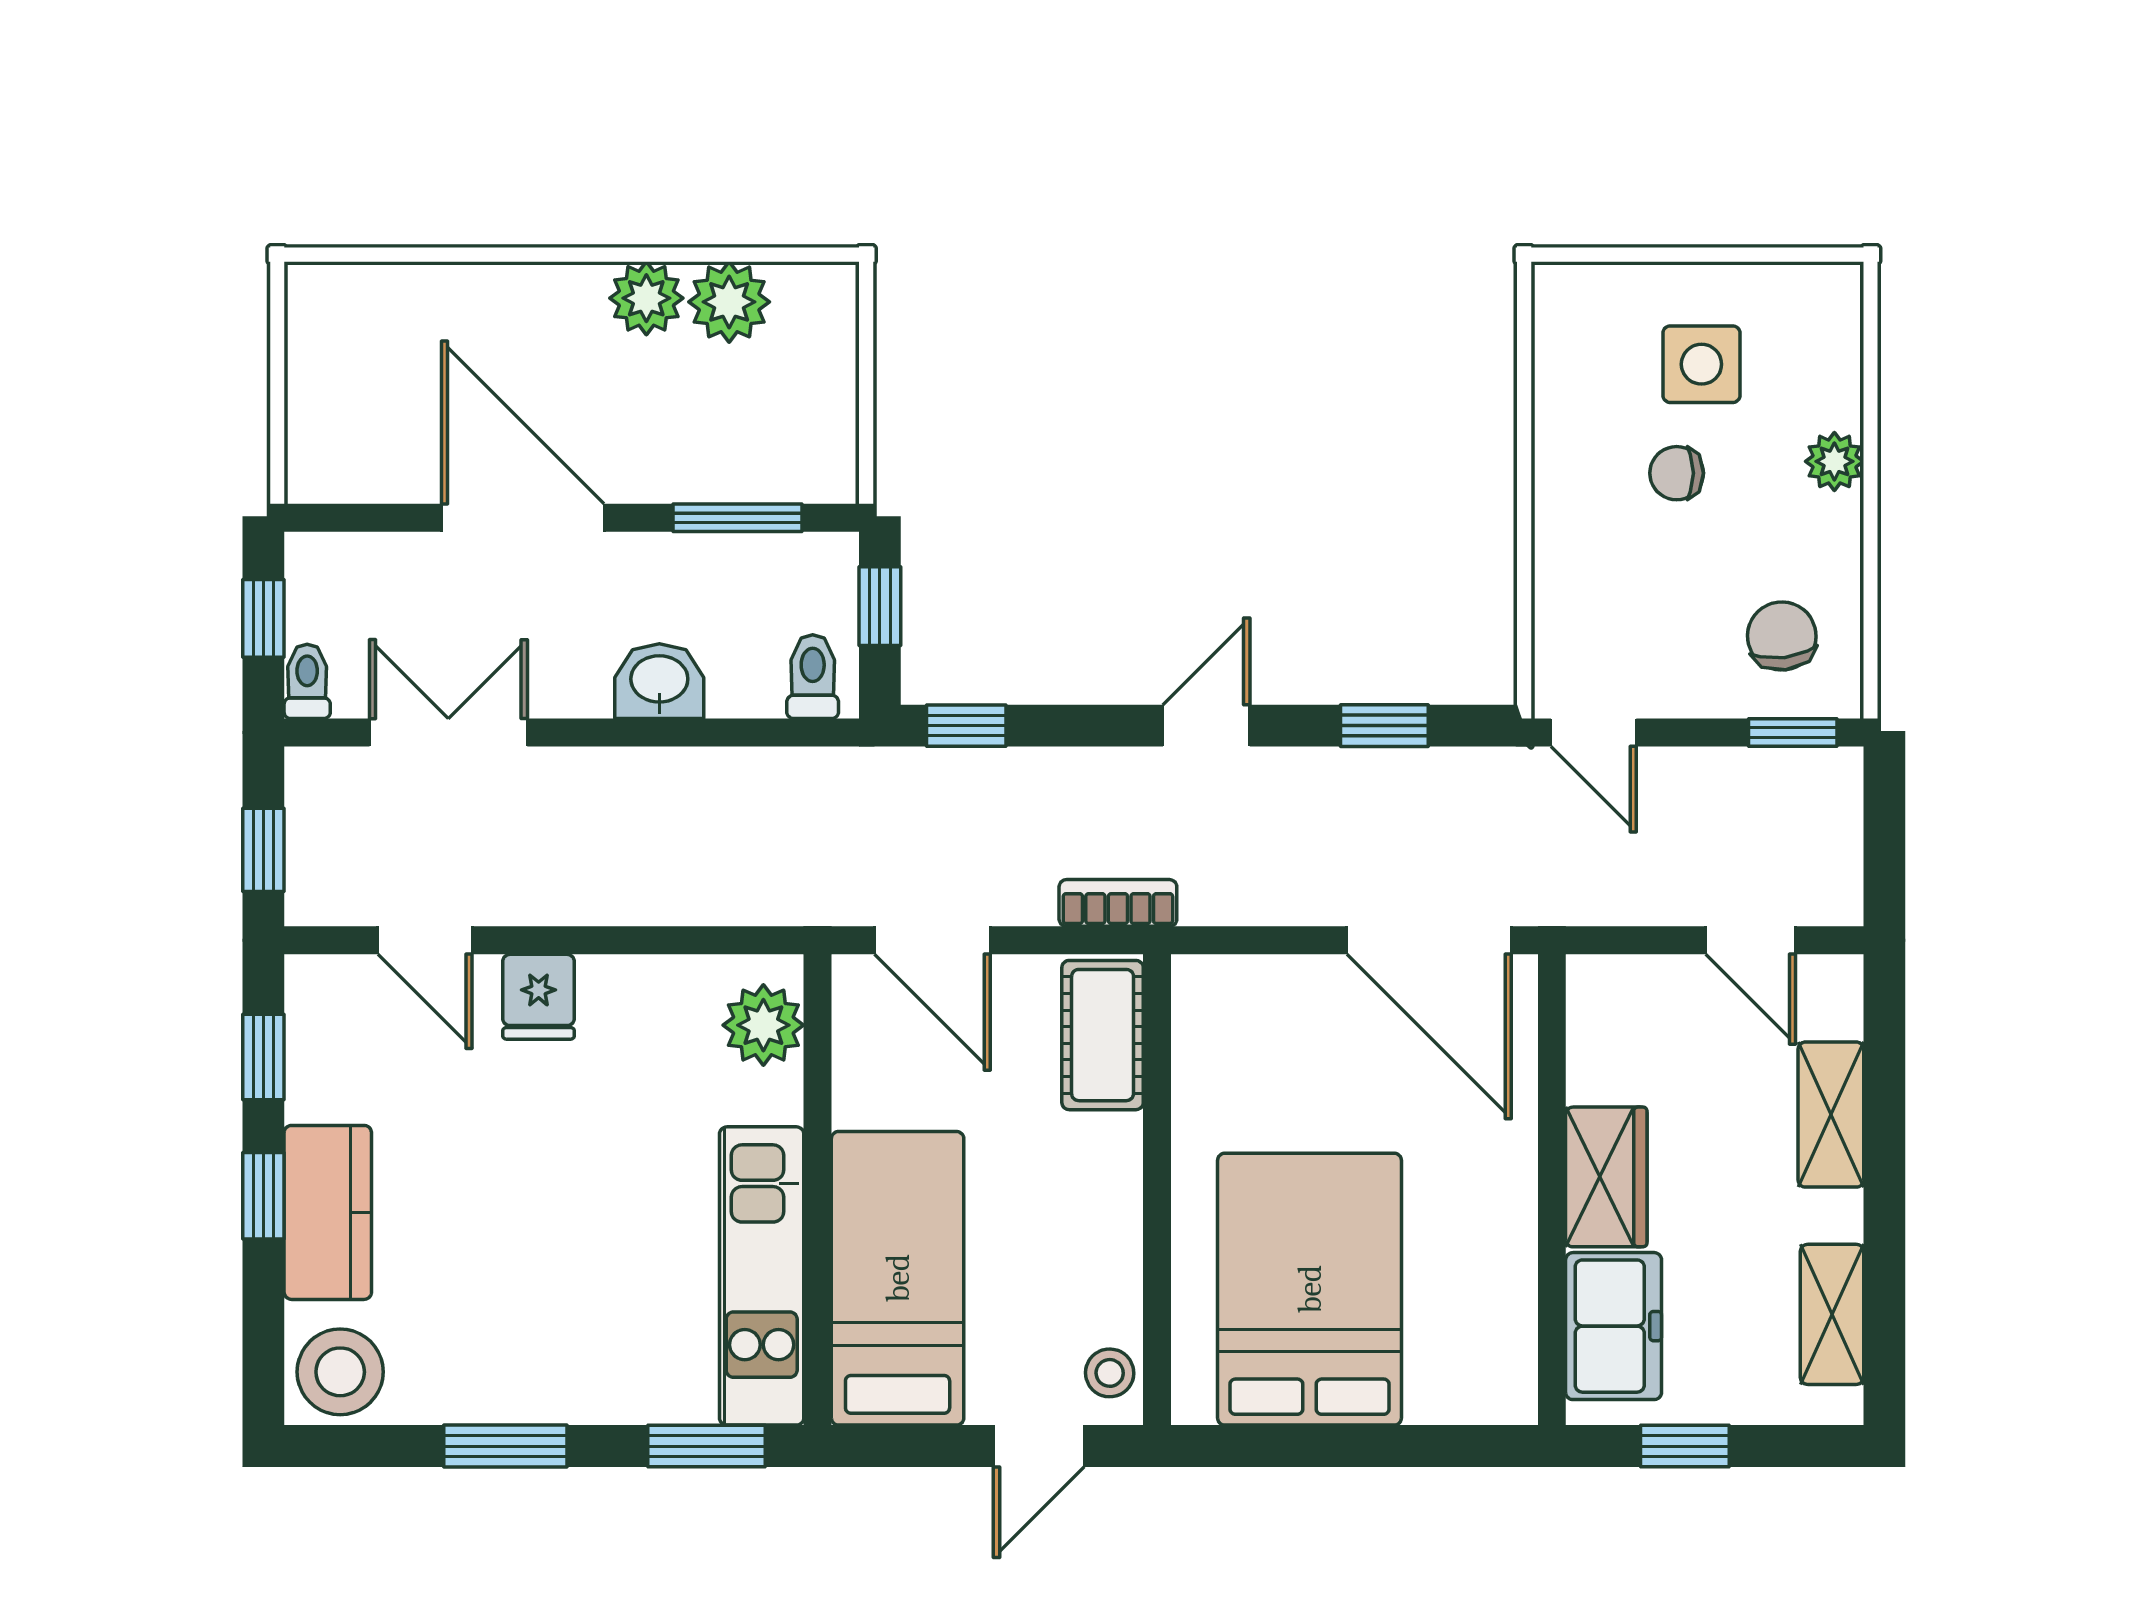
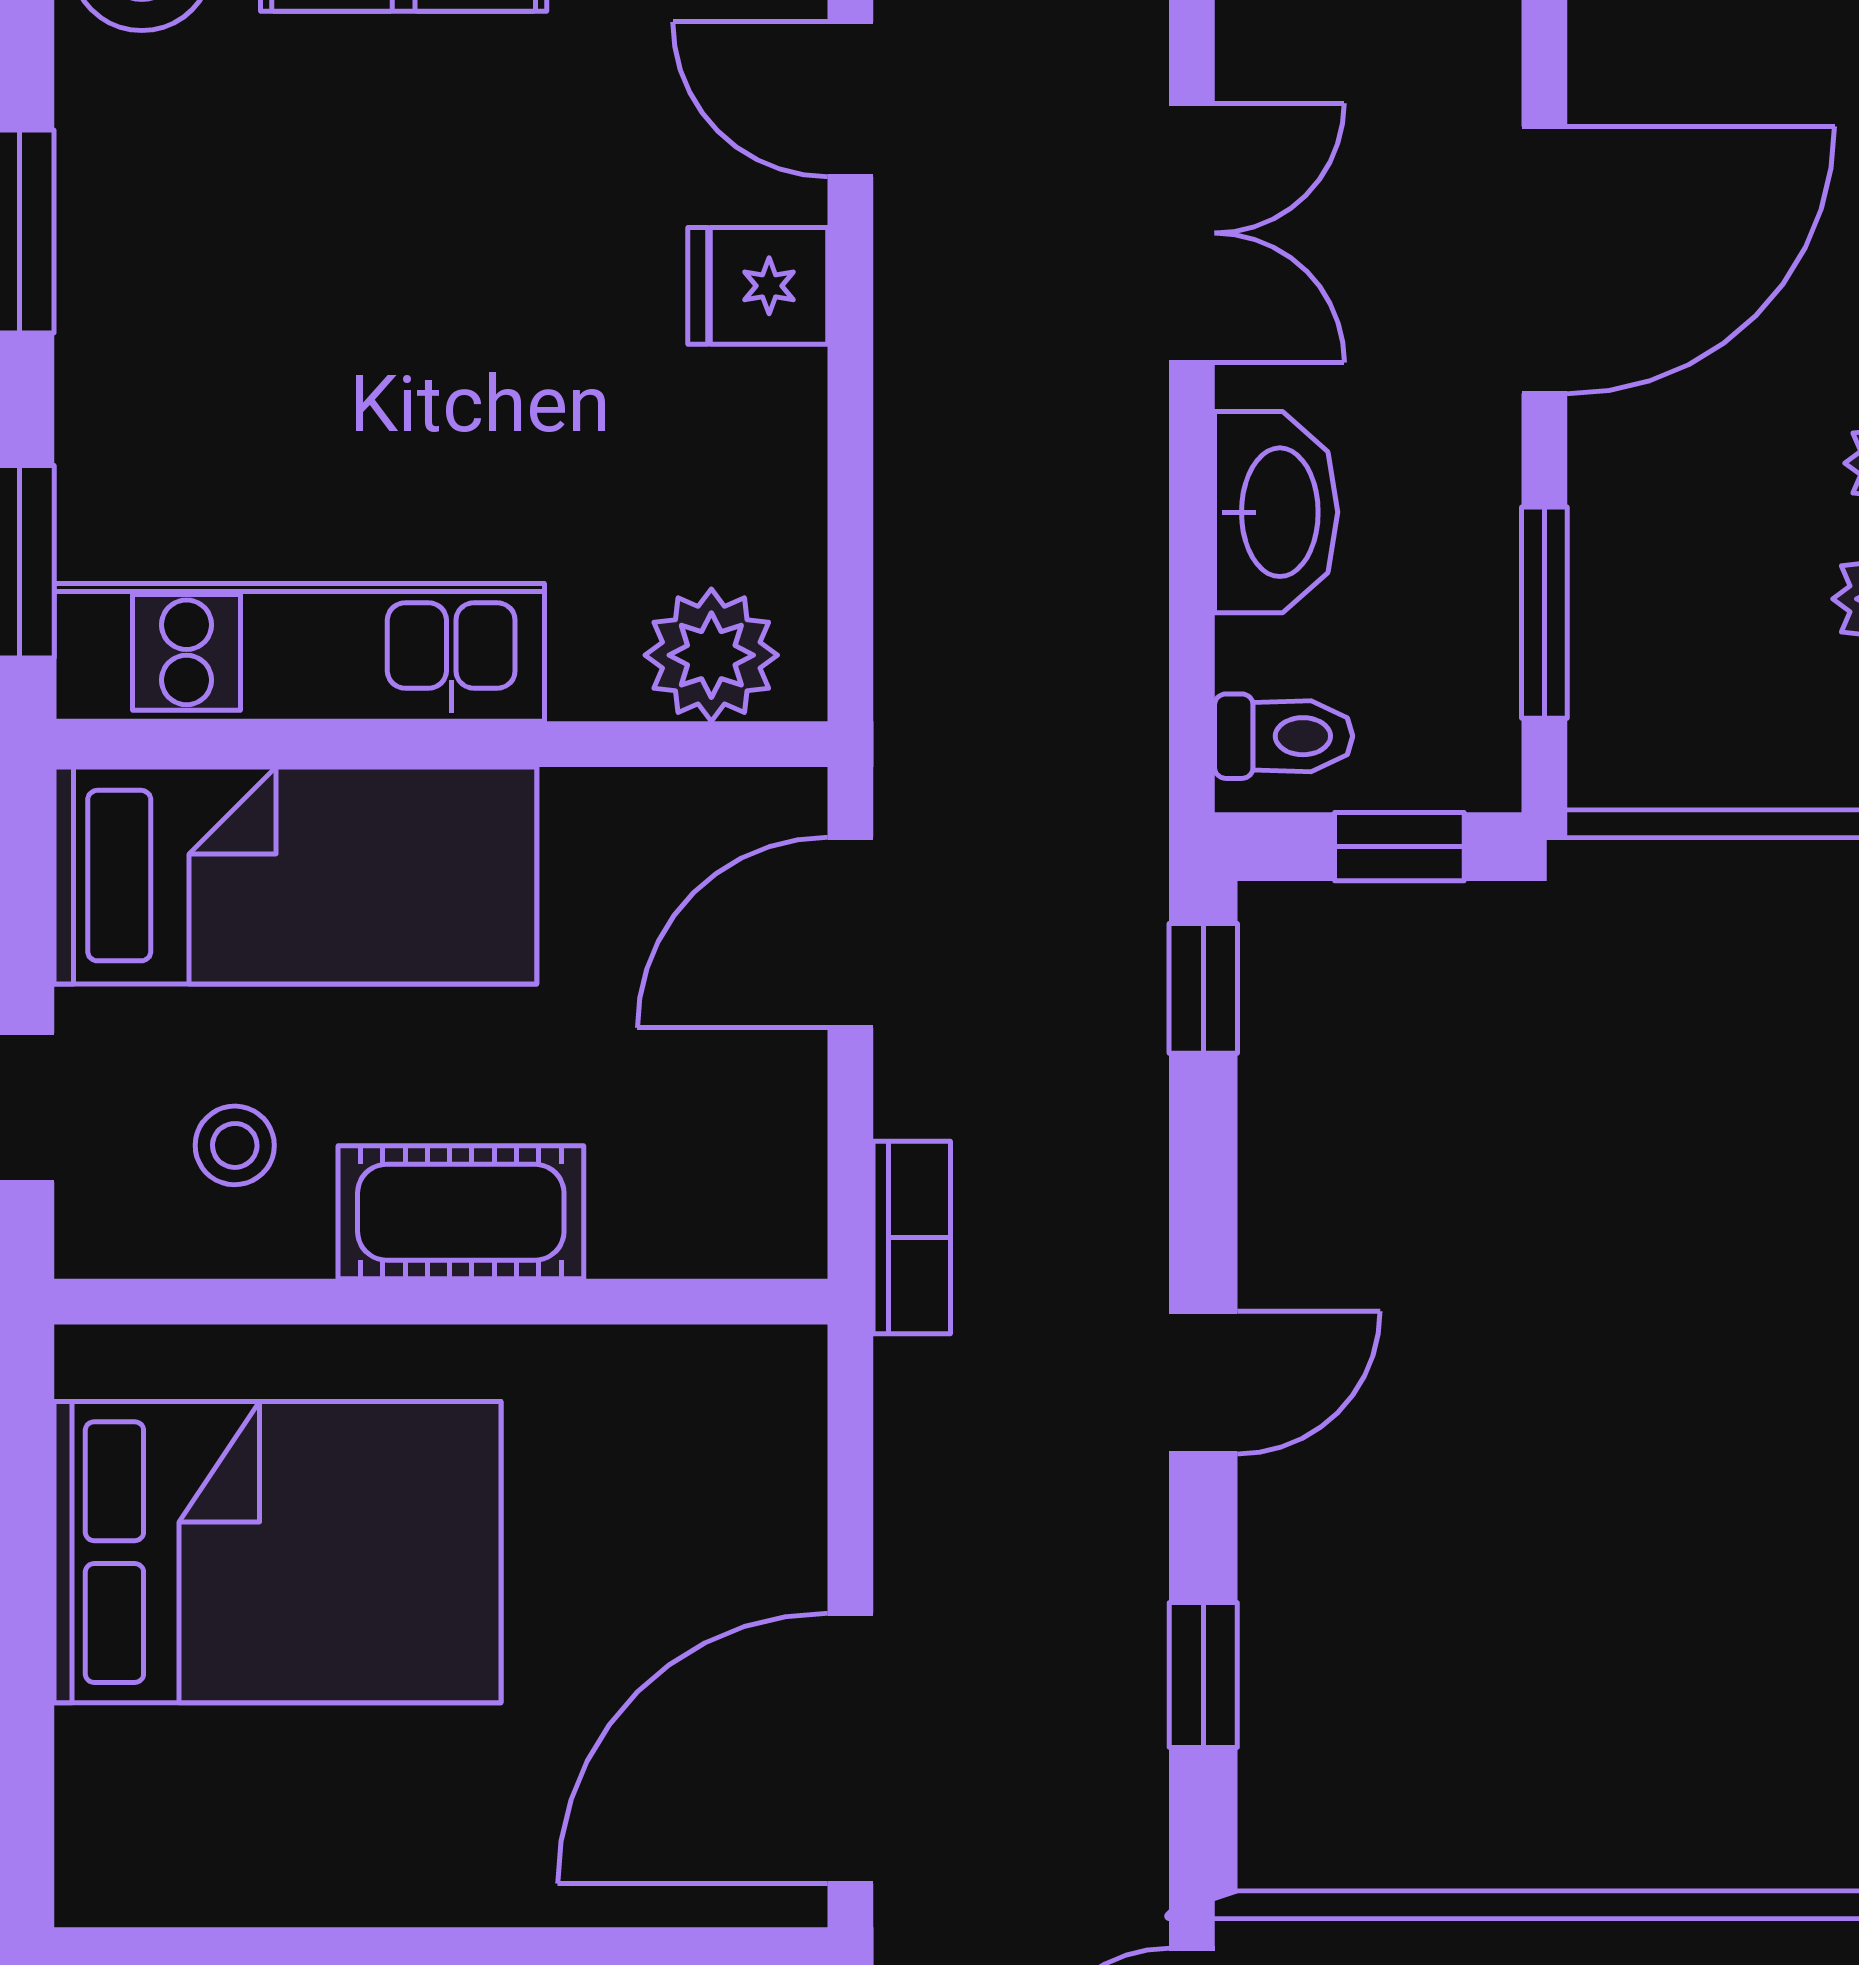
washbasin: (659, 681) -> (1276, 512), width x1.38
door: (1206, 726) -> (1203, 1383), hinge flipped
double door: (448, 733) -> (1192, 233), moved
door: (425, 940) -> (850, 99), hinge flipped
cot: (1103, 1035) -> (461, 1212), moved
stool: (1110, 1373) -> (235, 1145), moved

